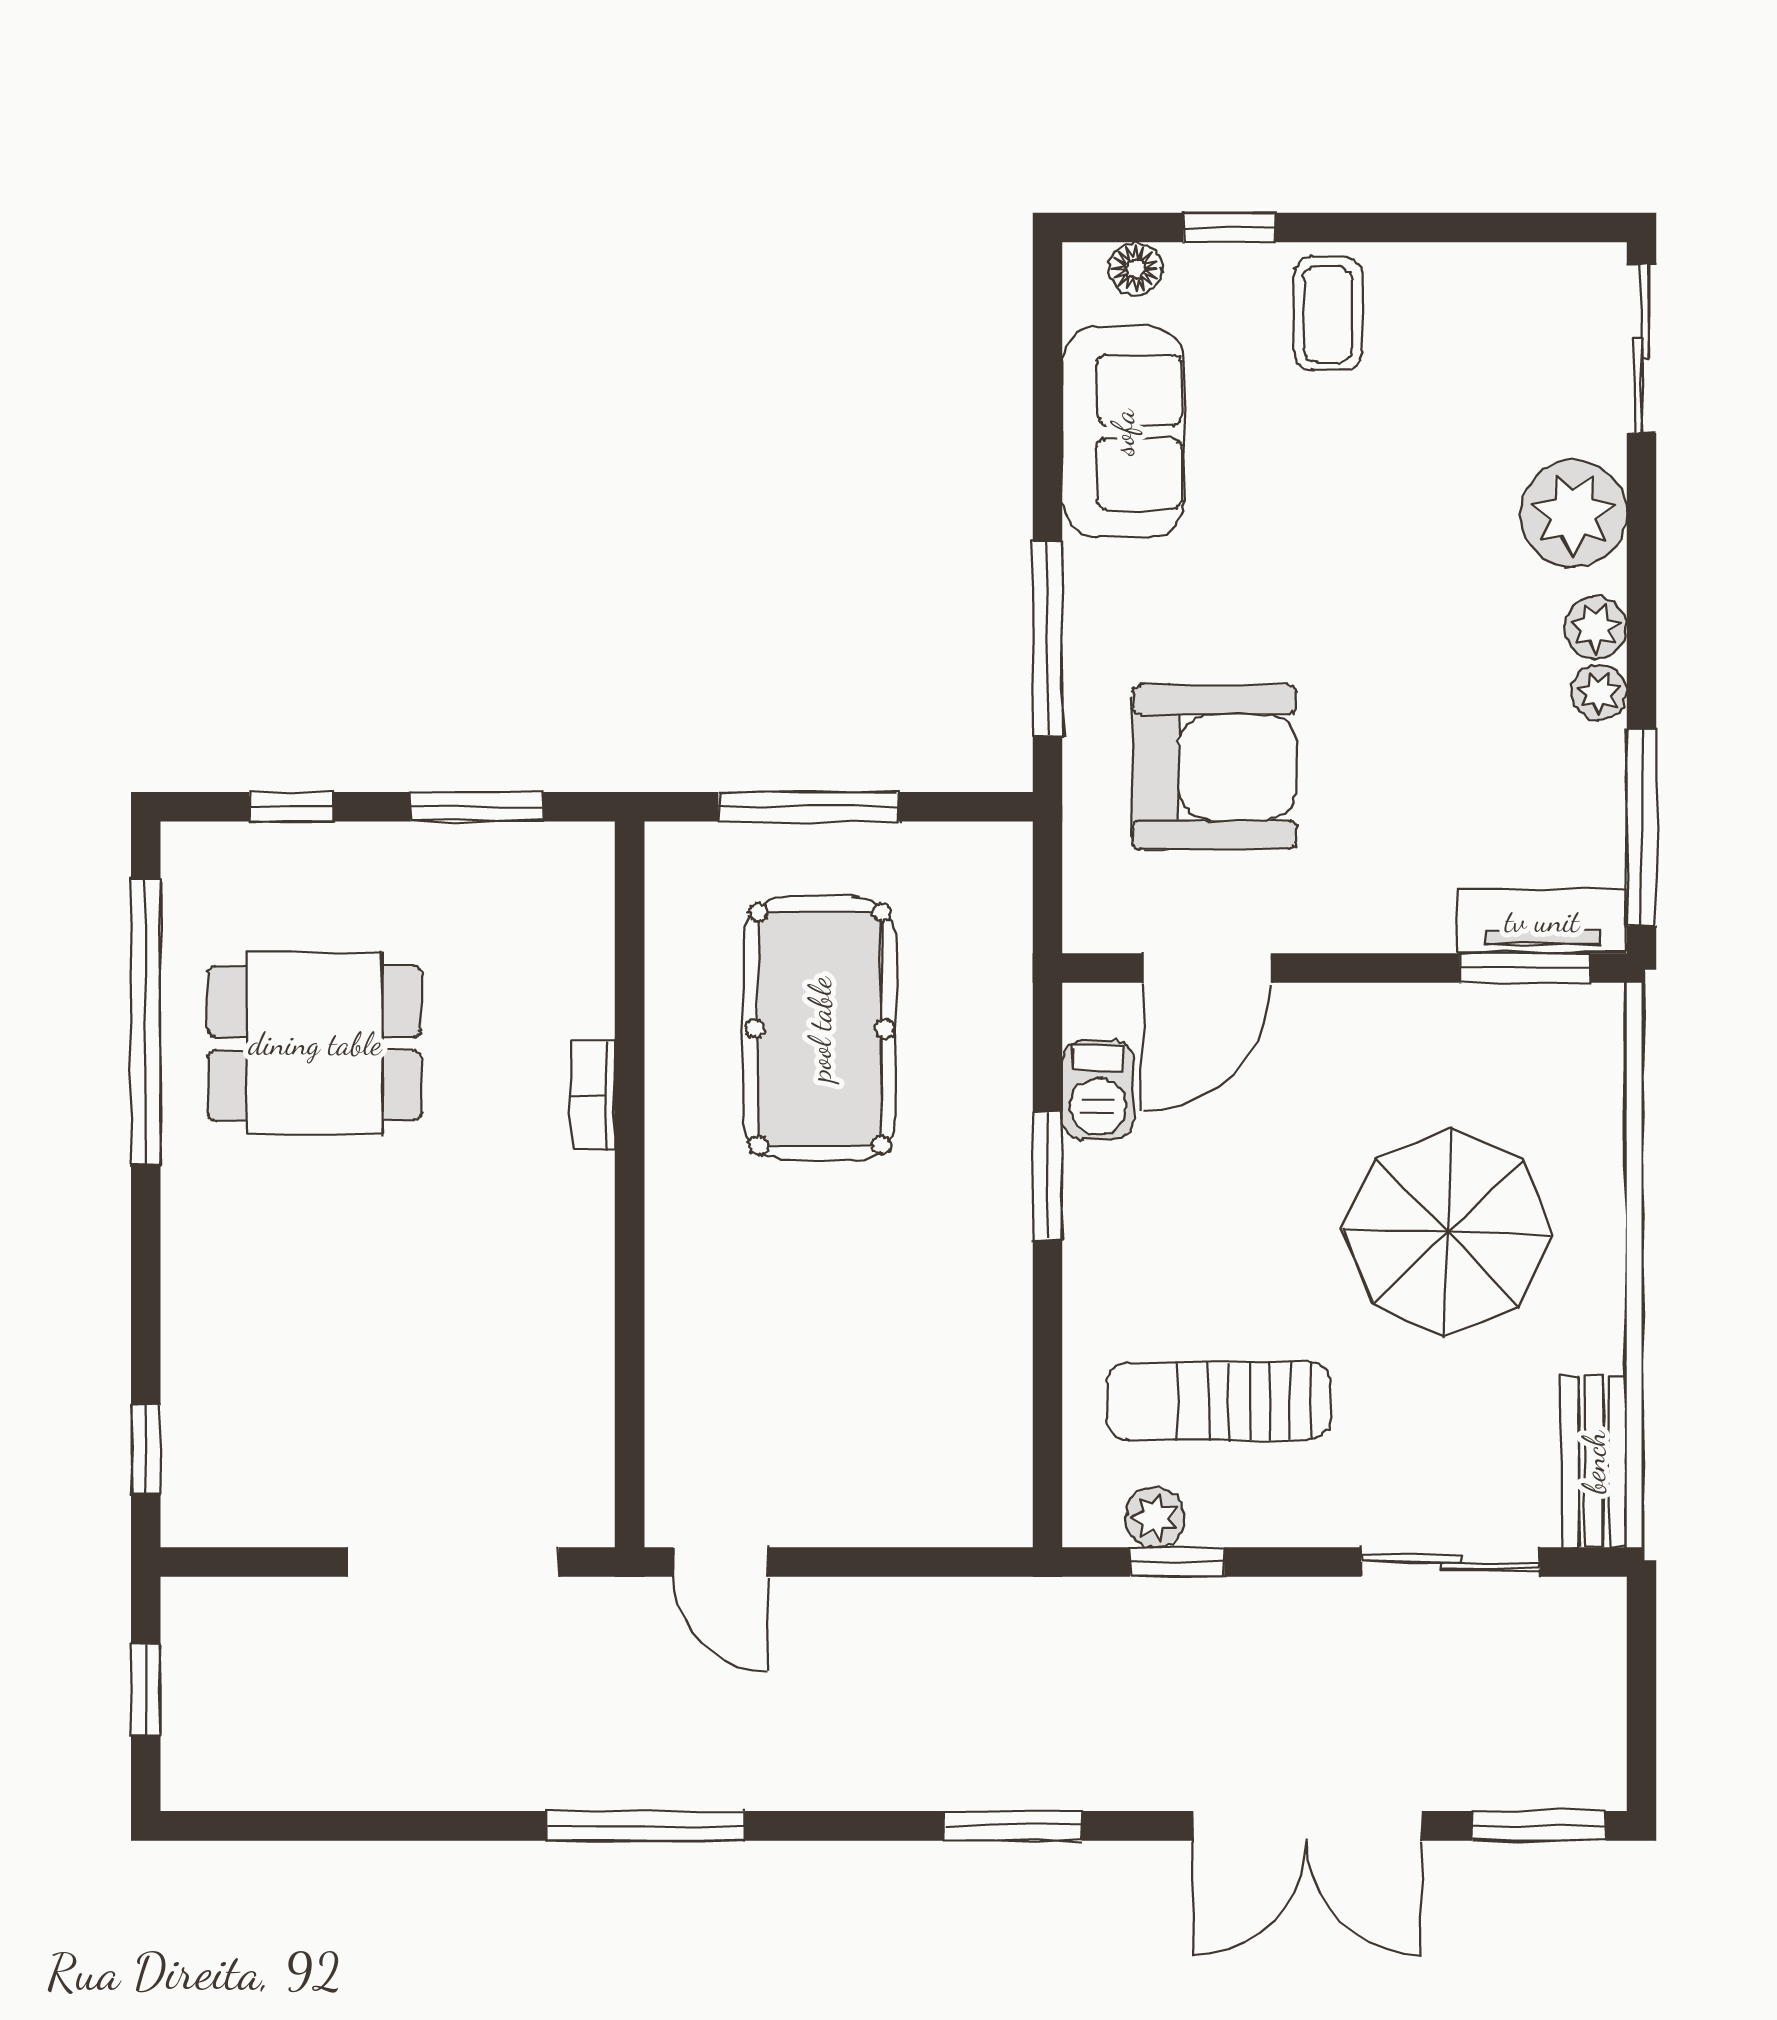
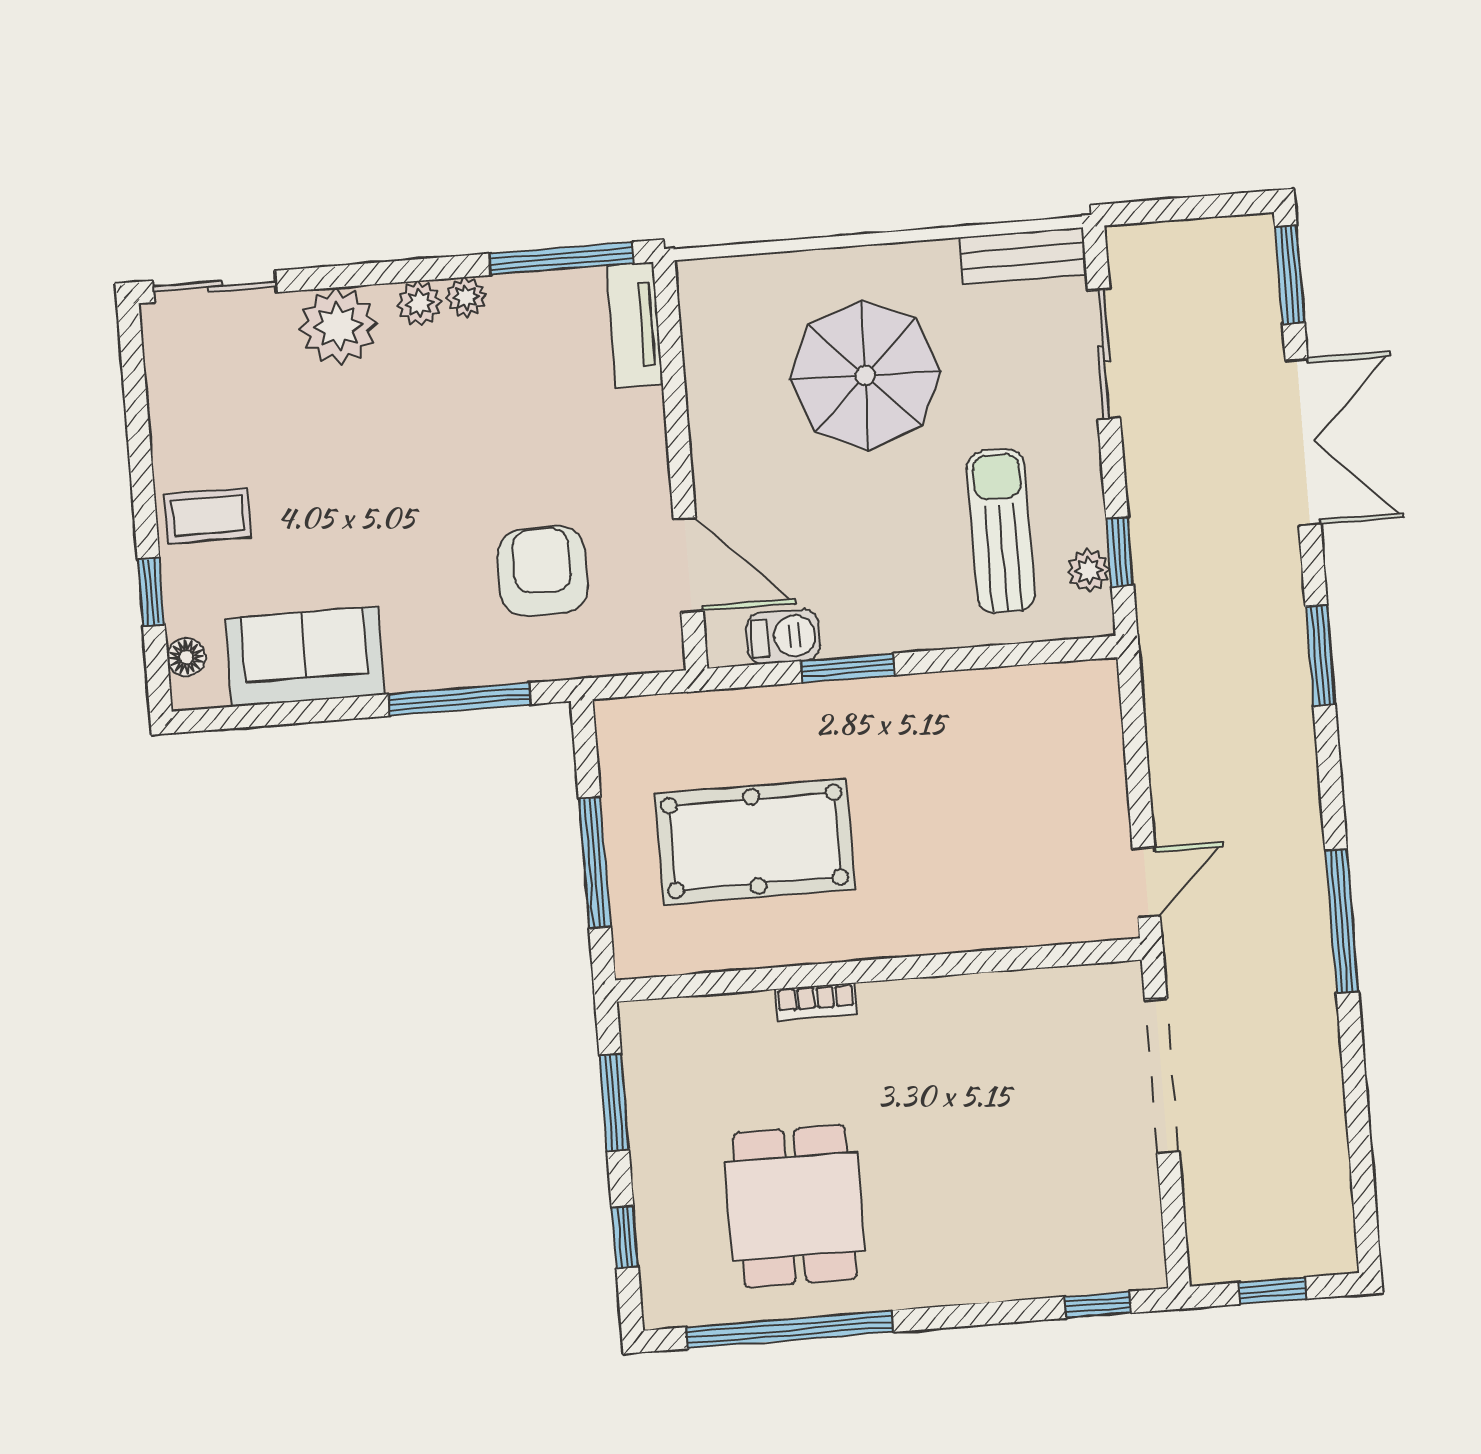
armchair: (1215, 767) -> (542, 571), width x0.73, depth x0.73
window: (1525, 968) -> (670, 335), removed
sun lounger: (1219, 1401) -> (1001, 531), turned 180

